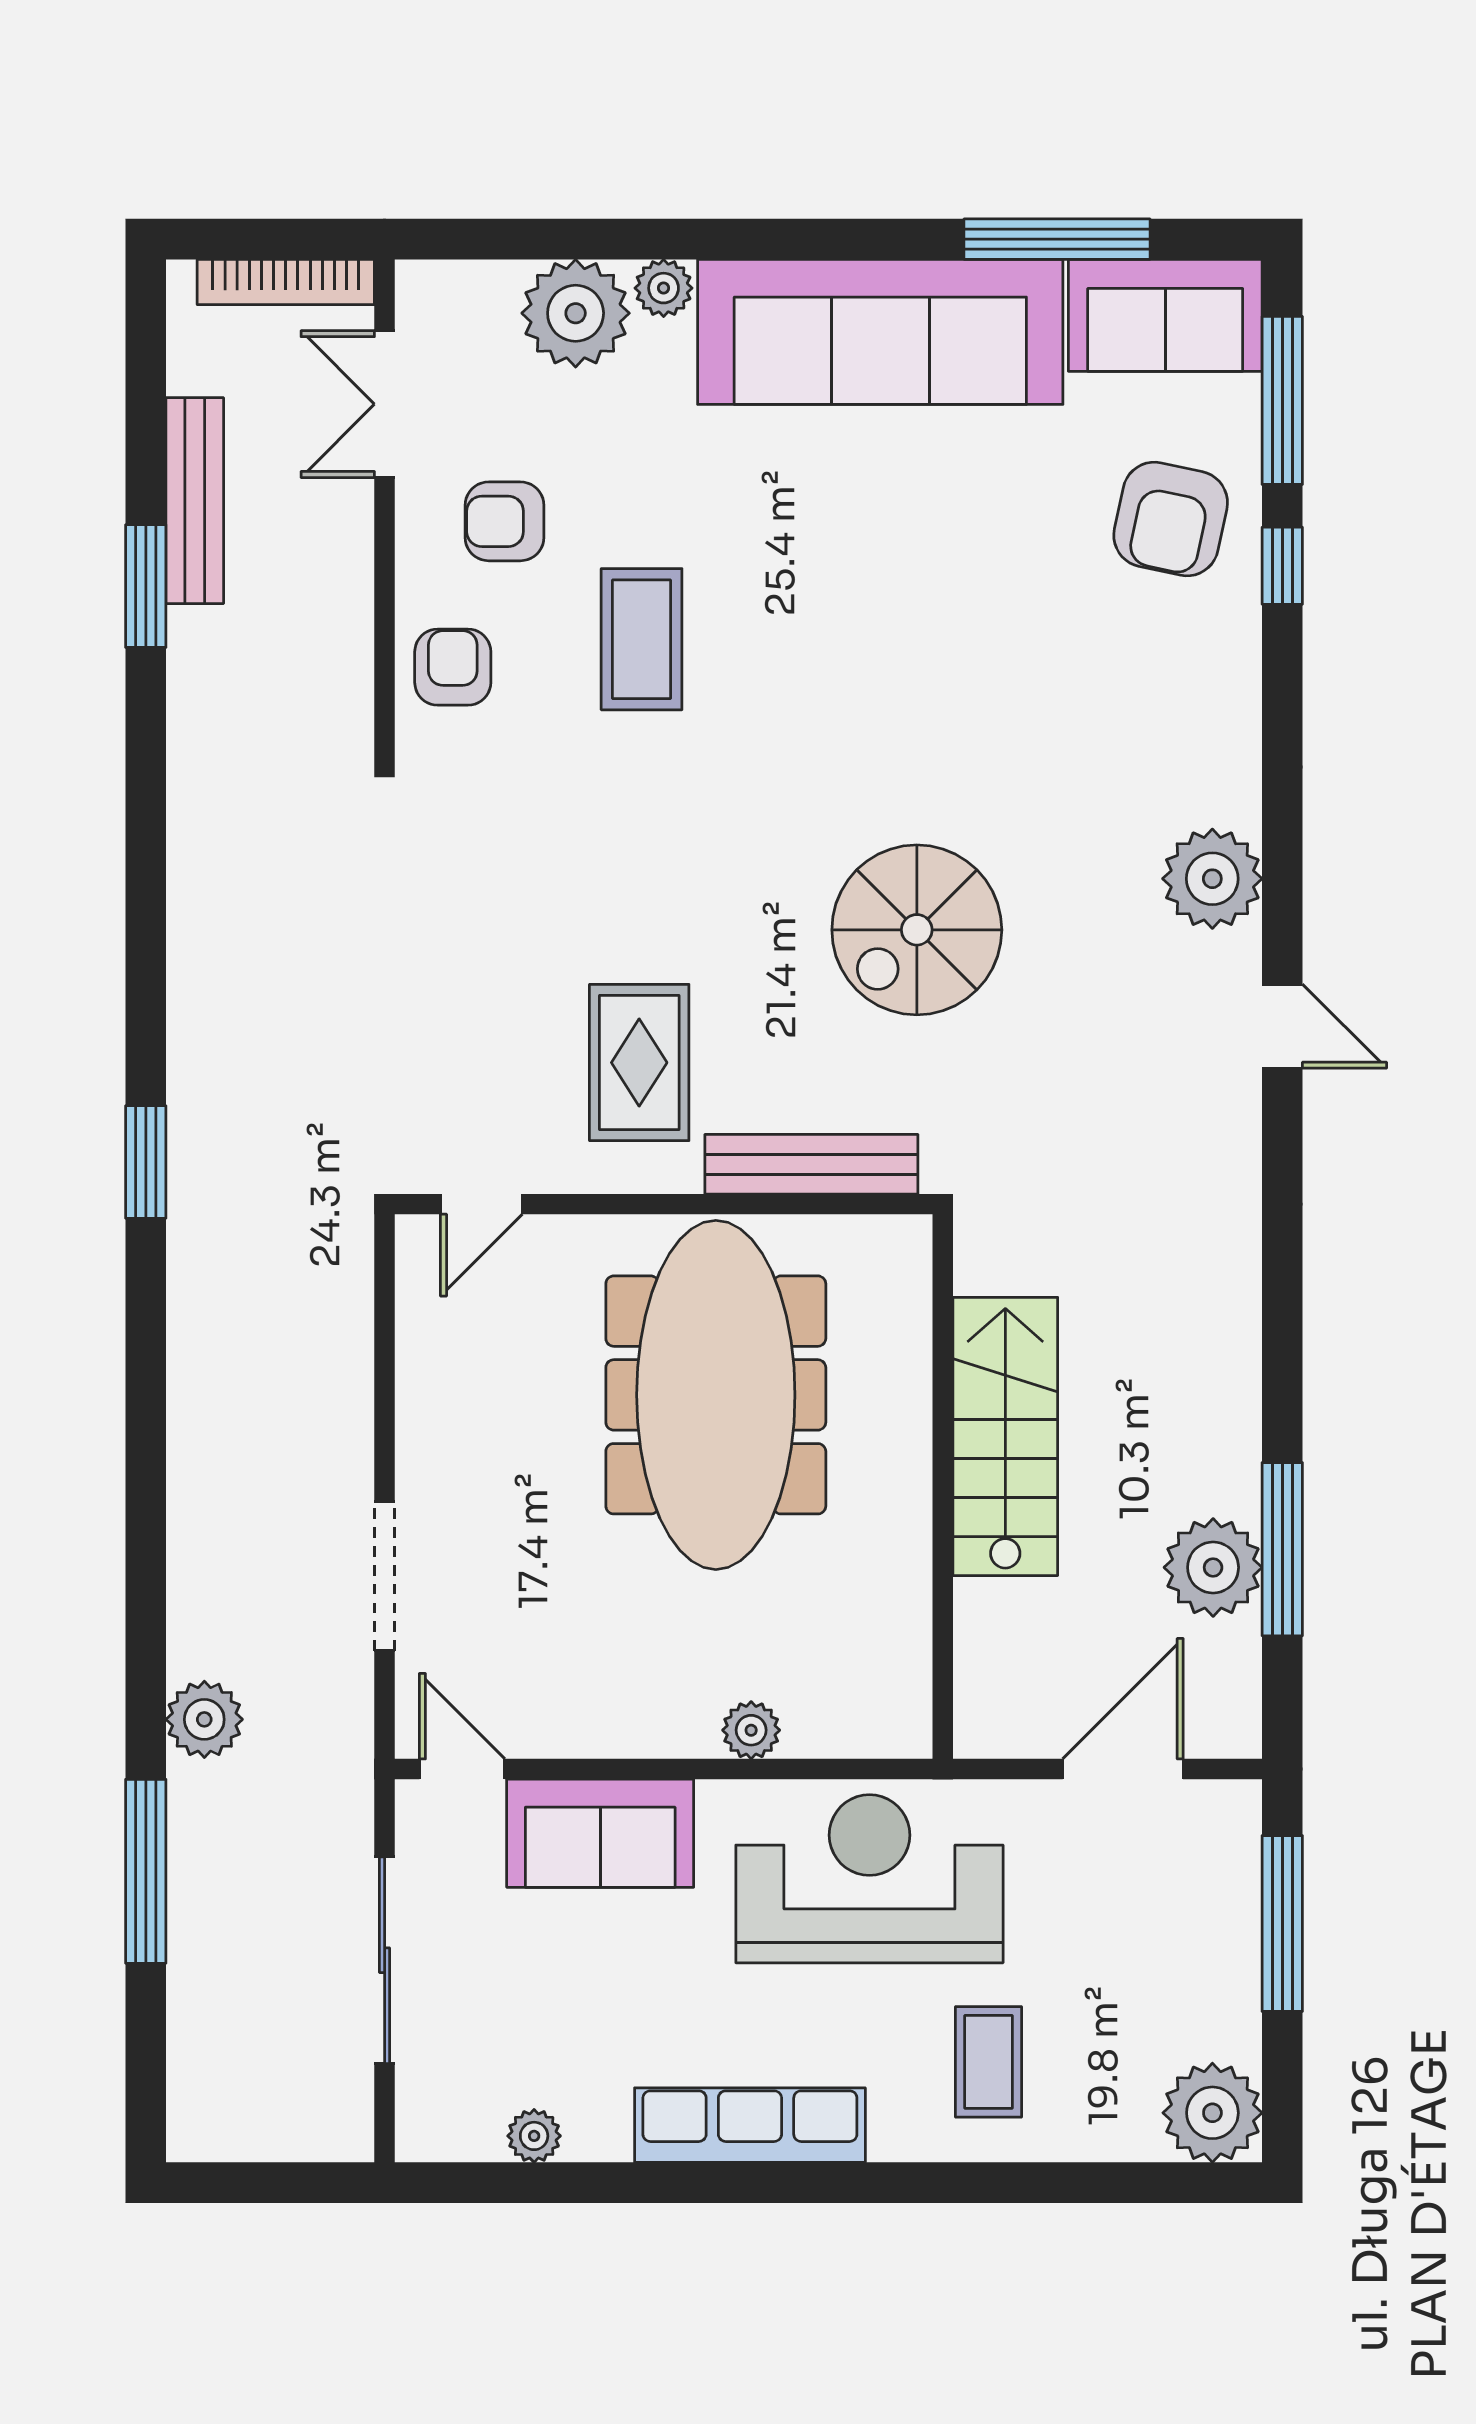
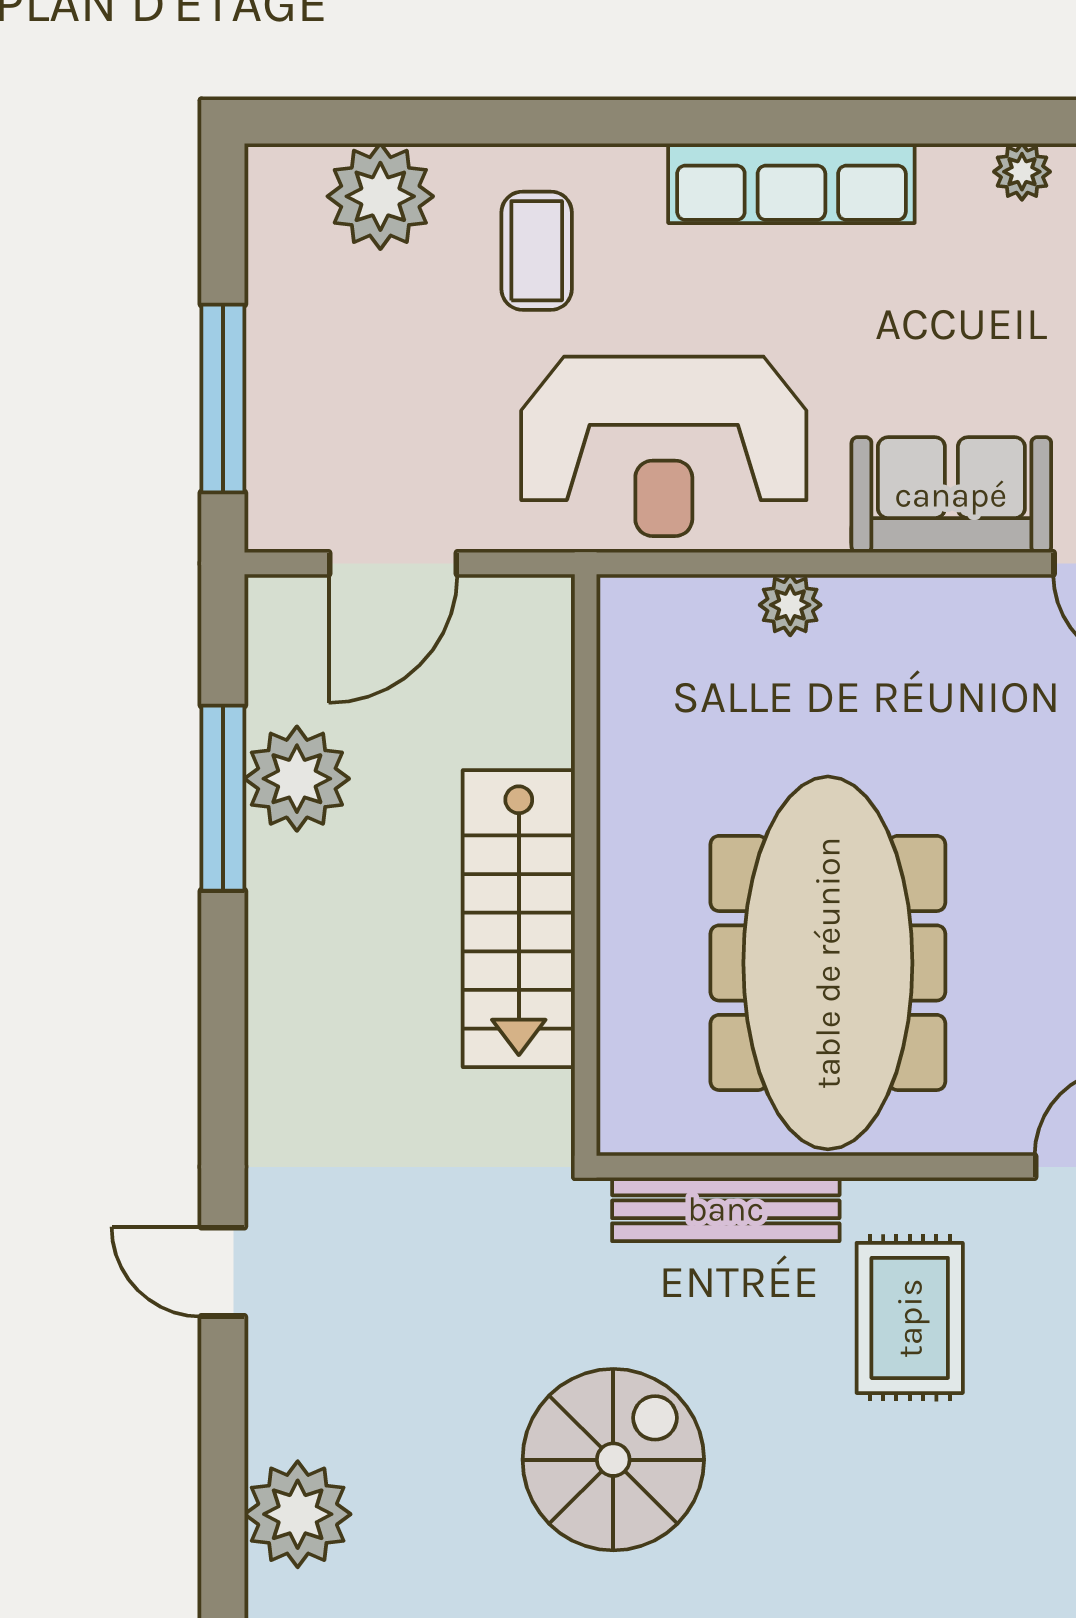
door: (1282, 1026) -> (223, 1272), moved
plant: (1212, 2113) -> (380, 196), moved

